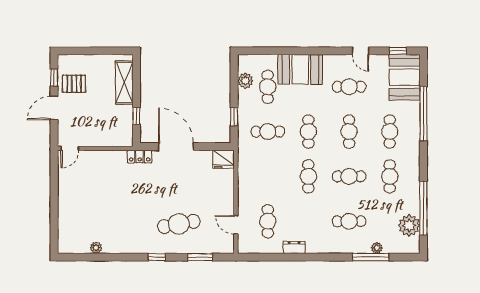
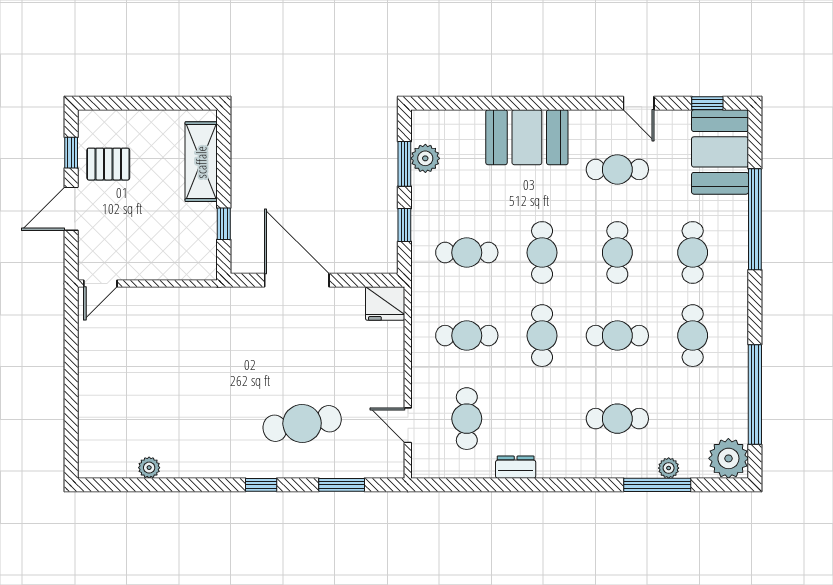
window: (234, 84) -> (404, 164), added
cafe table: (268, 87) -> (467, 336), moved, turned 90
locker: (140, 157) -> (230, 299), removed
plant: (409, 226) -> (728, 458), moved

